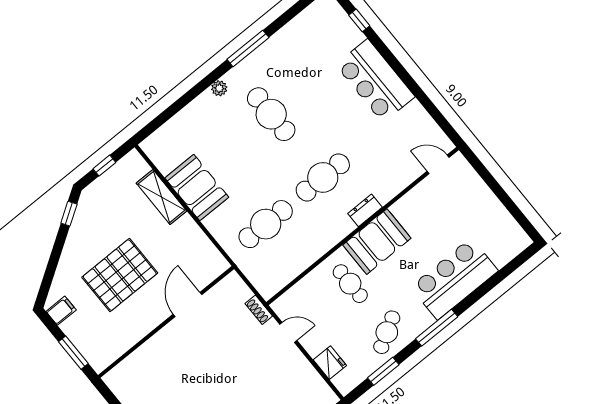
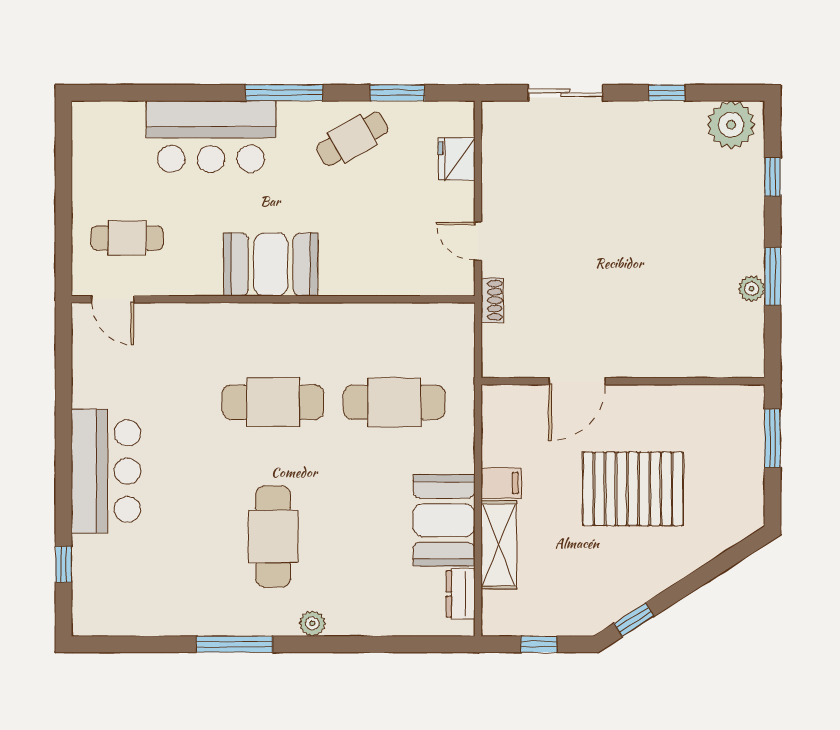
dresser: (365, 210) -> (461, 594), moved, turned 90
cafe table: (350, 284) -> (127, 238), moved, turned 90
filing cabinet: (61, 311) -> (501, 483), moved, turned 180

